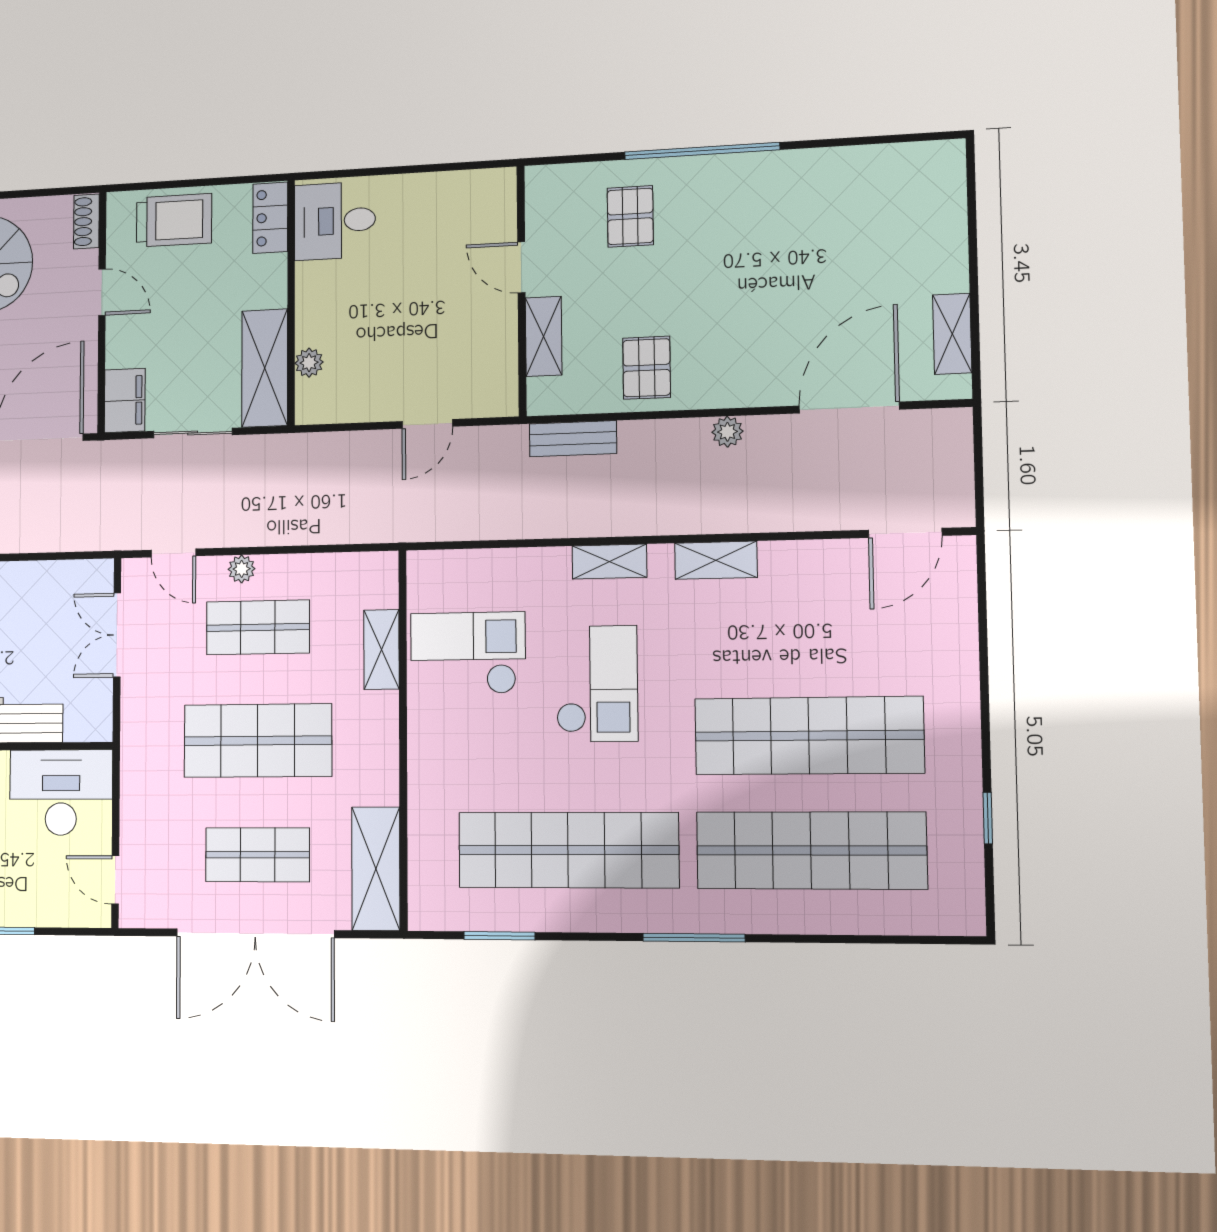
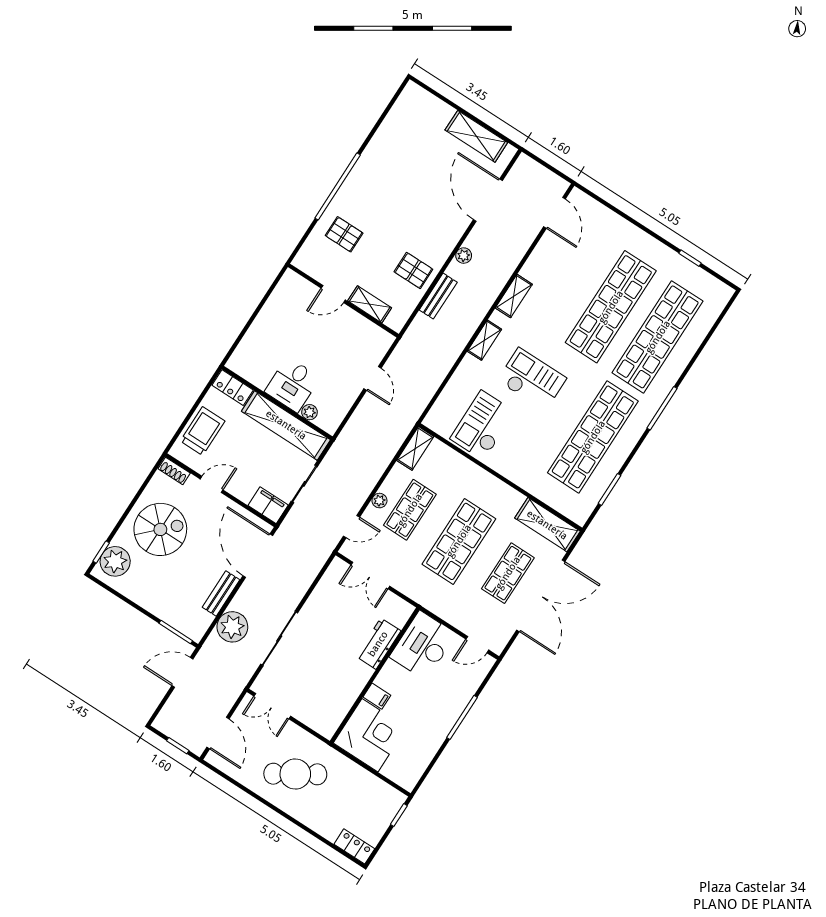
desk: (335, 221) -> (292, 385), moved
shelving: (952, 334) -> (476, 136), width x1.50, depth x1.33
shelving: (265, 368) -> (286, 425), width x1.47
bench: (573, 439) -> (438, 296), moved
shelving: (381, 650) -> (415, 448), moved, turned 90

